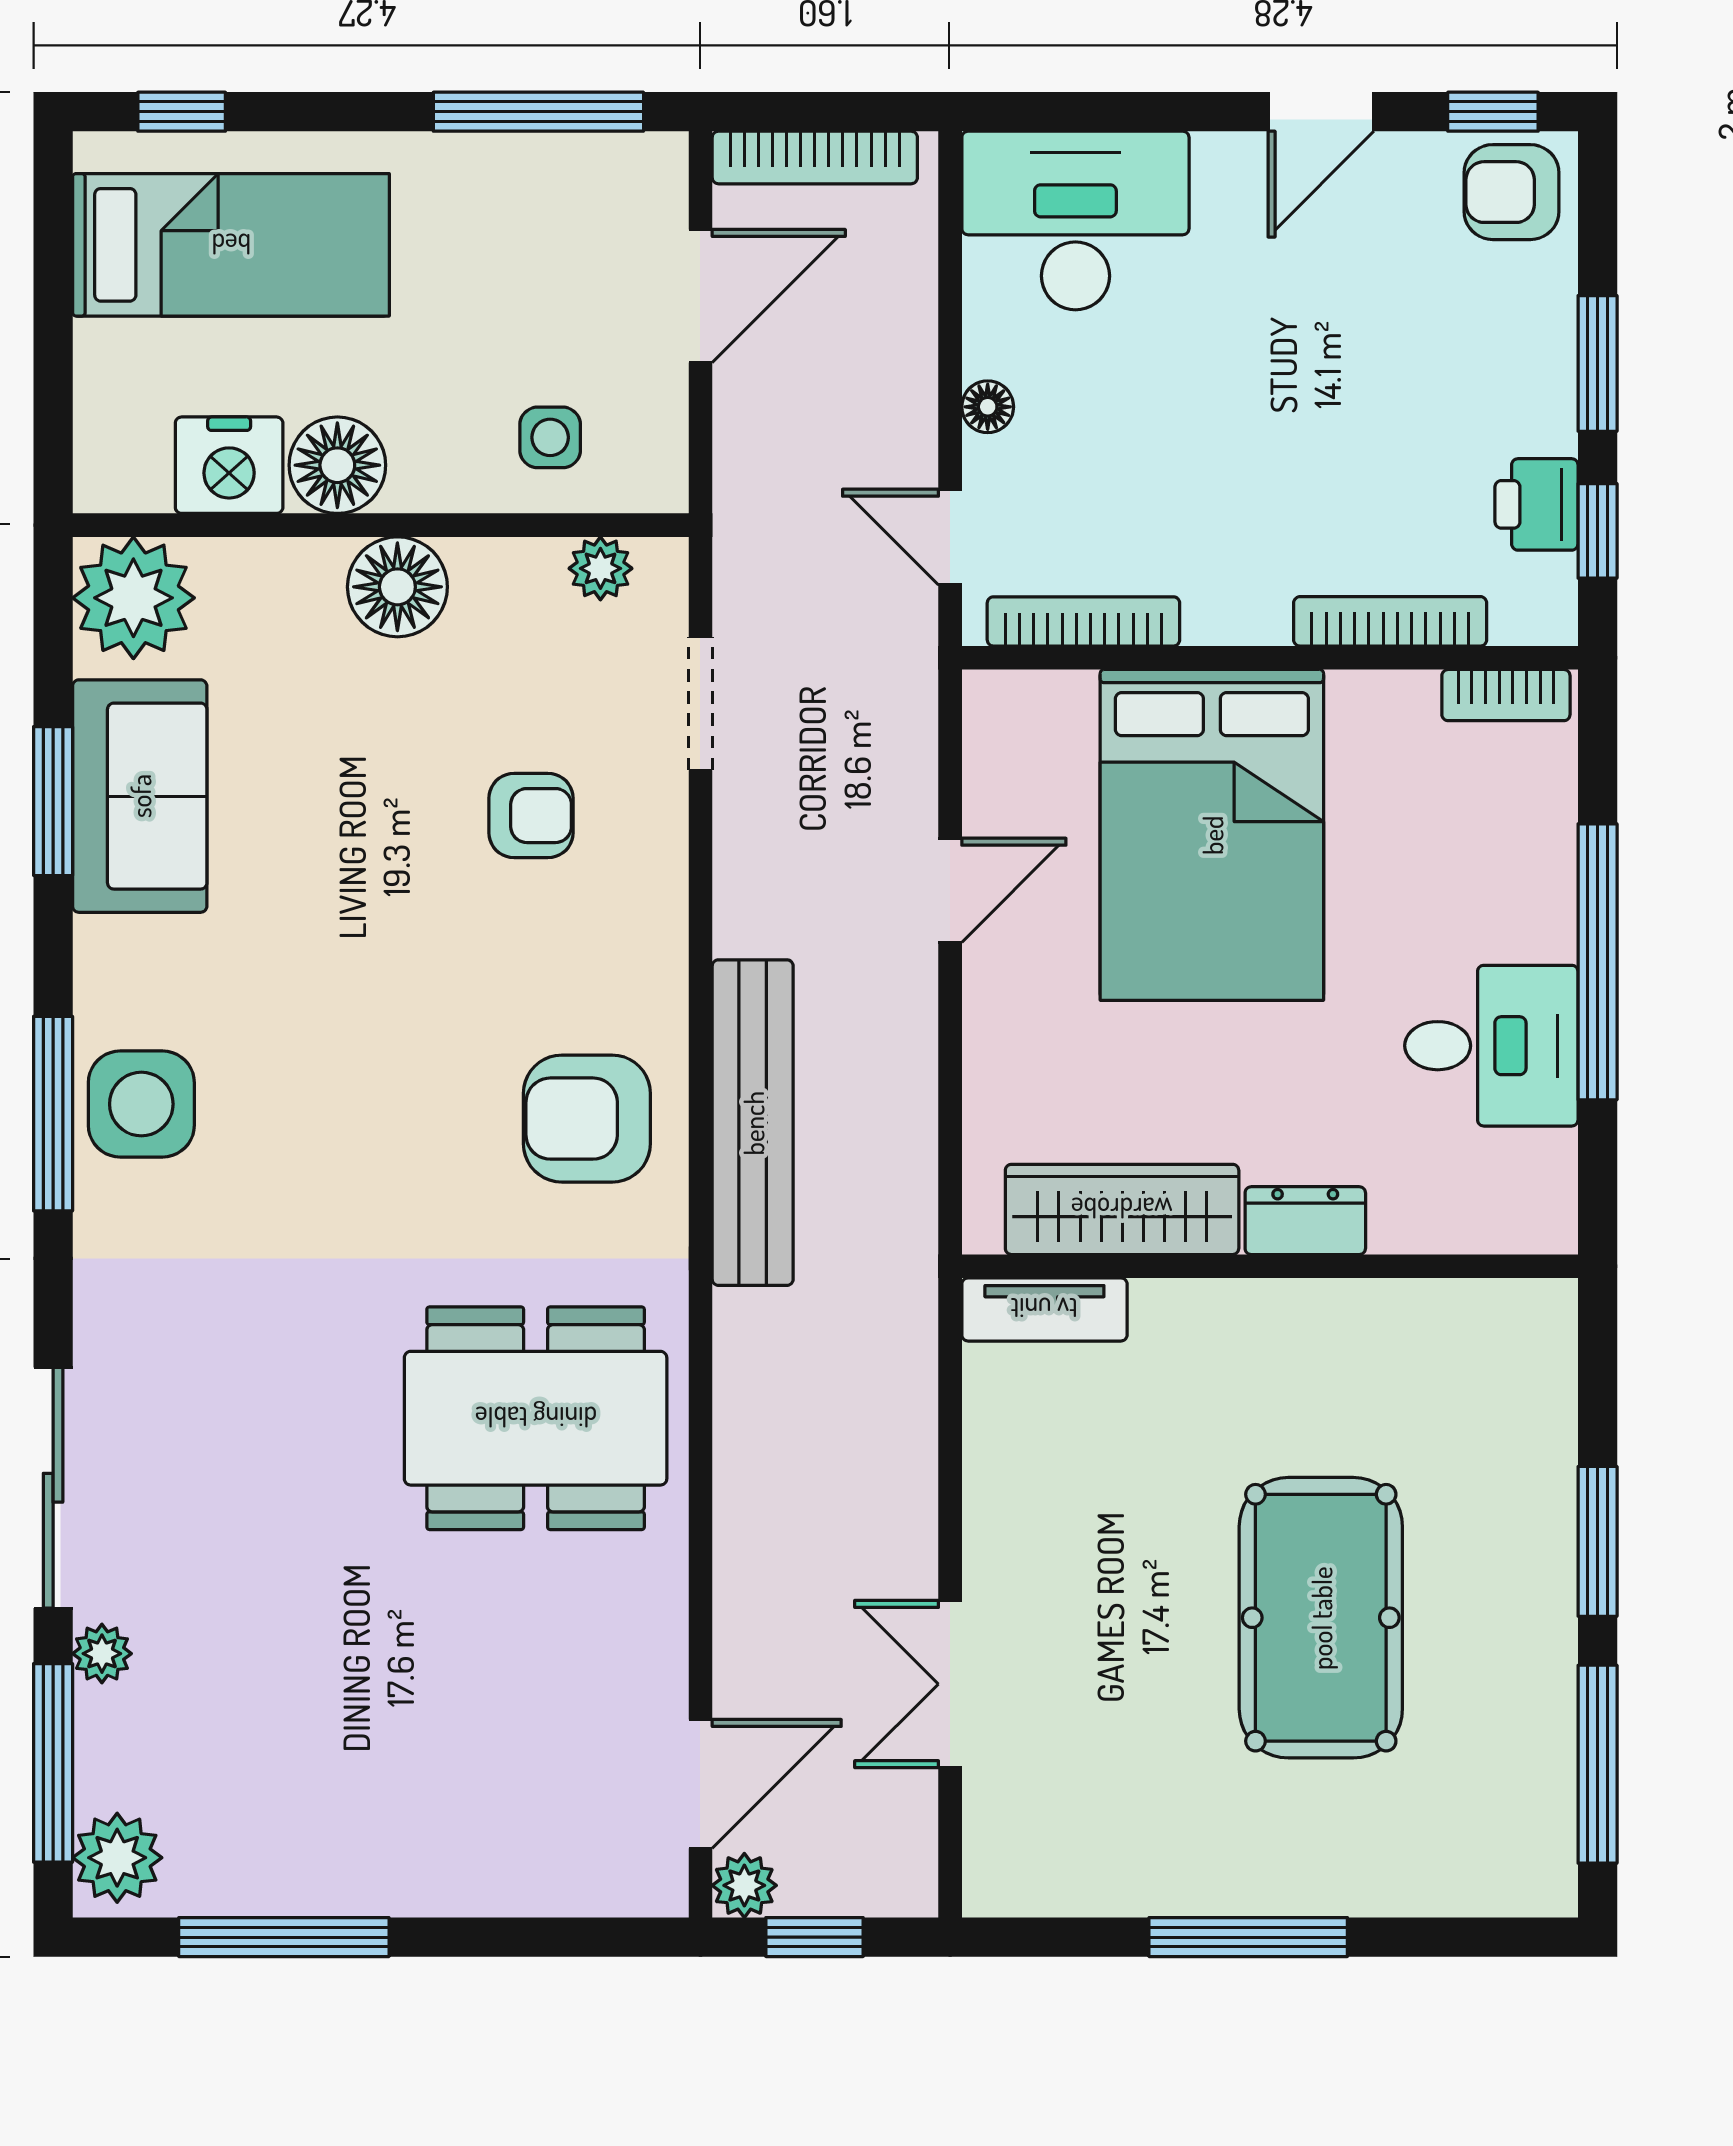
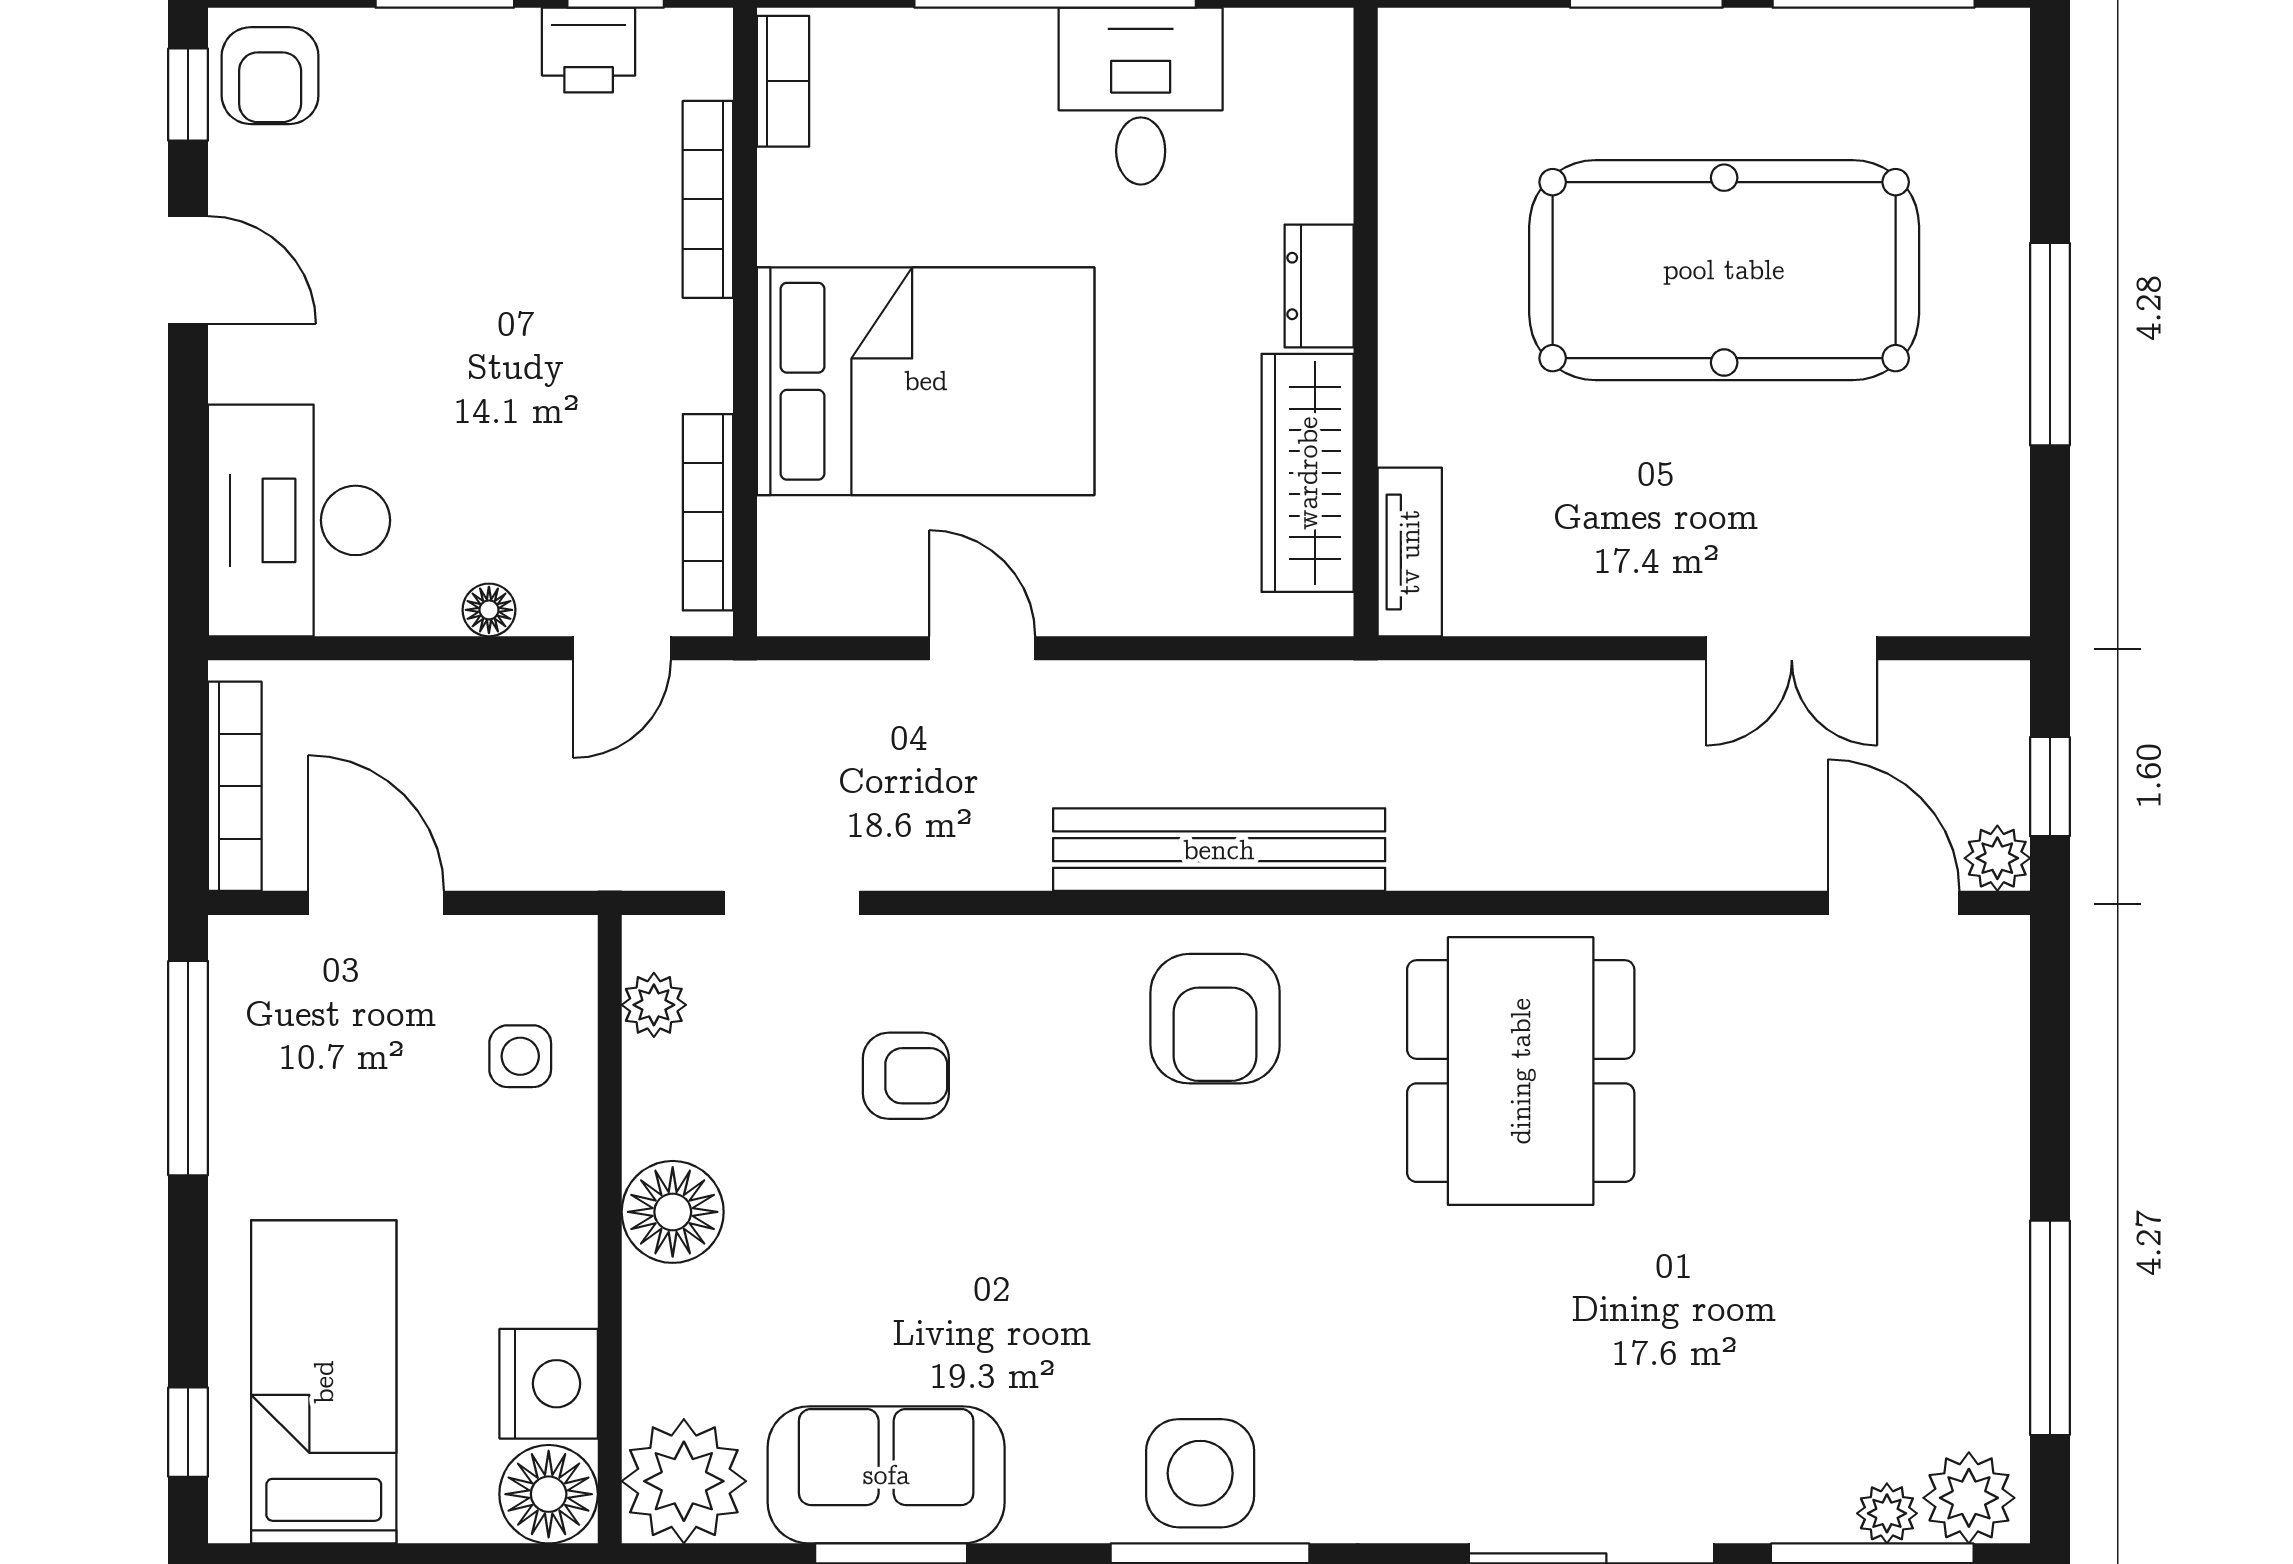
floor lamp: (337, 465) -> (549, 1494), moved
armchair: (531, 816) -> (906, 1076), turned 90
pool table: (1321, 1618) -> (1724, 270), width x1.36, depth x1.32
plant: (102, 1654) -> (1887, 1513), moved

